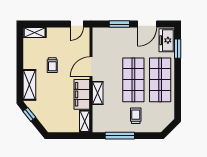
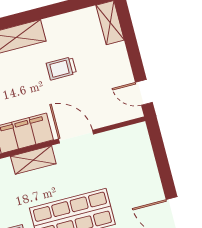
window: (119, 24) -> (163, 167), removed

